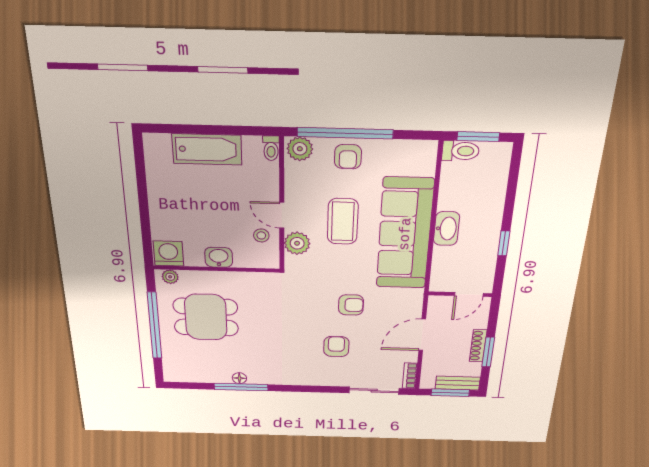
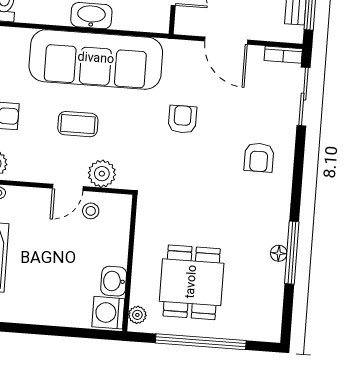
coffee table: (343, 221) -> (78, 124), width x0.73, depth x0.77
washbasin: (219, 257) -> (114, 281), moved
armchair: (336, 347) -> (259, 157), moved, turned -90

